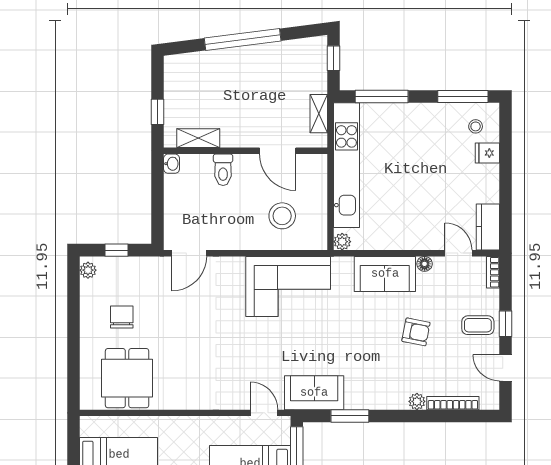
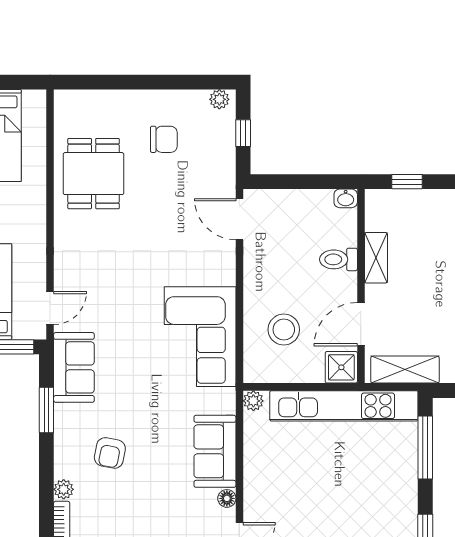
shelving: (319, 114) -> (405, 370), width x1.50, depth x1.33
shelving: (198, 138) -> (376, 258), moved
shower: (314, 167) -> (341, 367), added
armchair: (416, 332) -> (110, 453), moved
dining table: (127, 378) -> (94, 174), moved, turned 90

